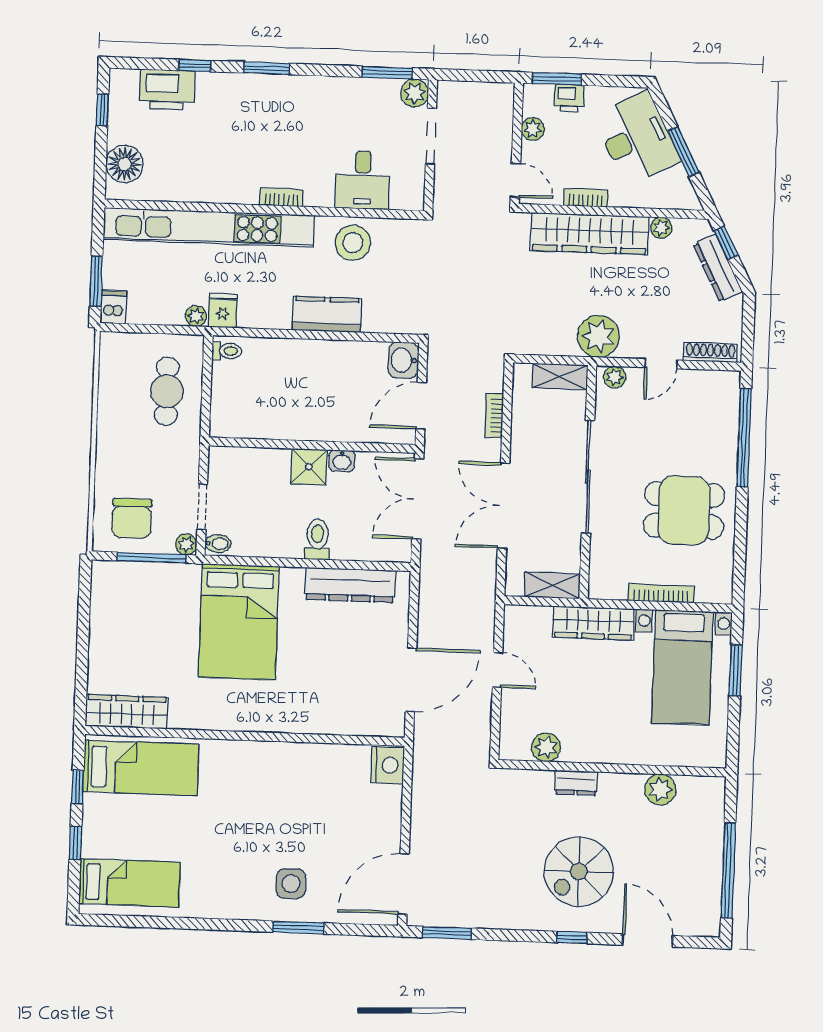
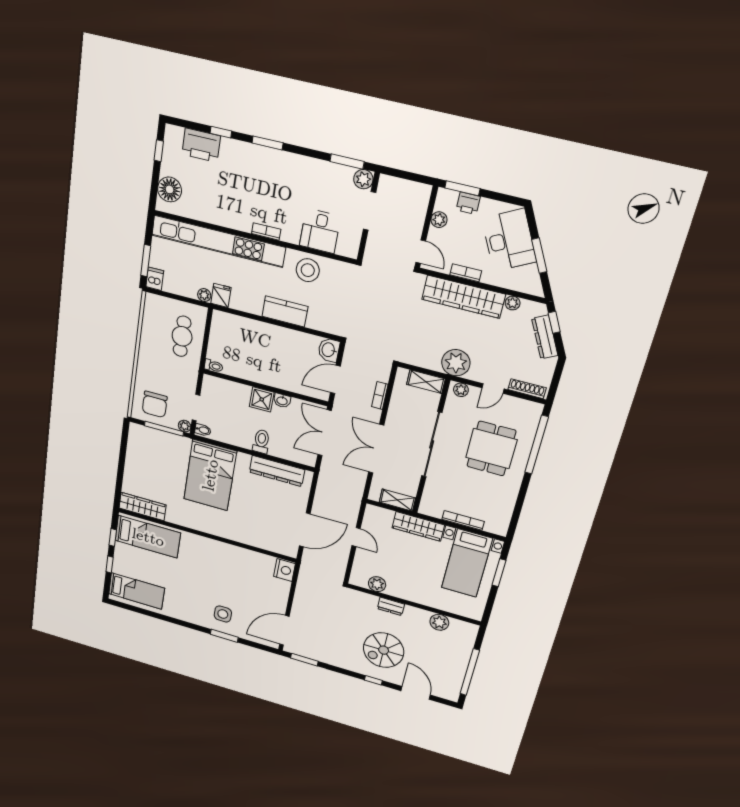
toilet: (227, 351) -> (214, 366), moved
dining table: (684, 510) -> (491, 449), moved, turned 90

